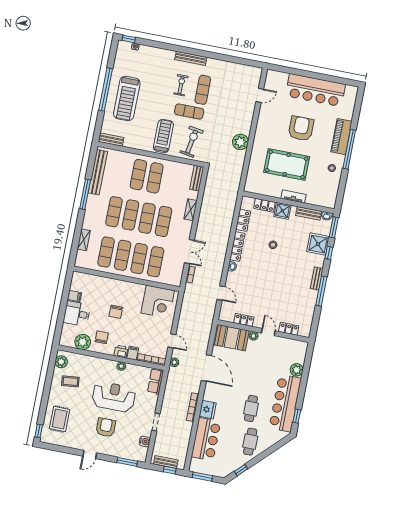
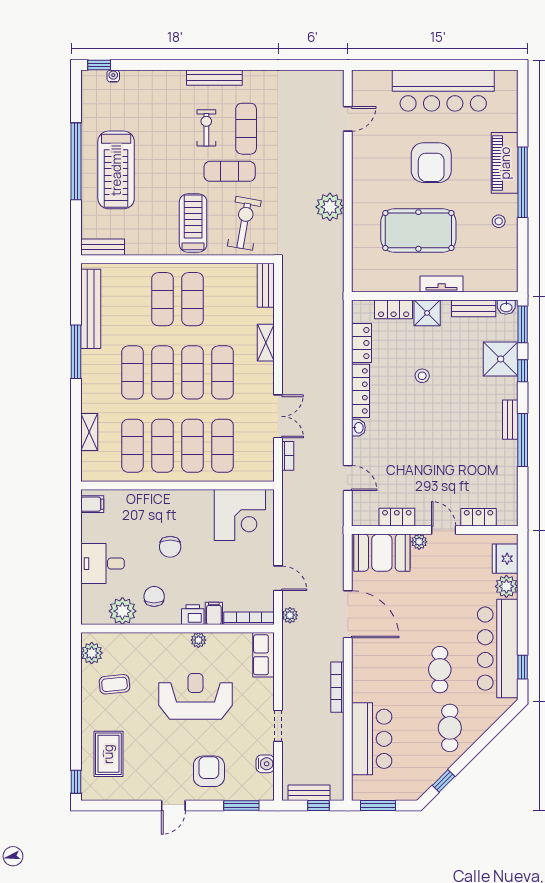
armchair: (301, 128) -> (431, 163), turned 180
filing cabinet: (74, 296) -> (92, 504), moved
fridge: (208, 410) -> (505, 559), moved, turned 180
armchair: (106, 427) -> (209, 771), moved

